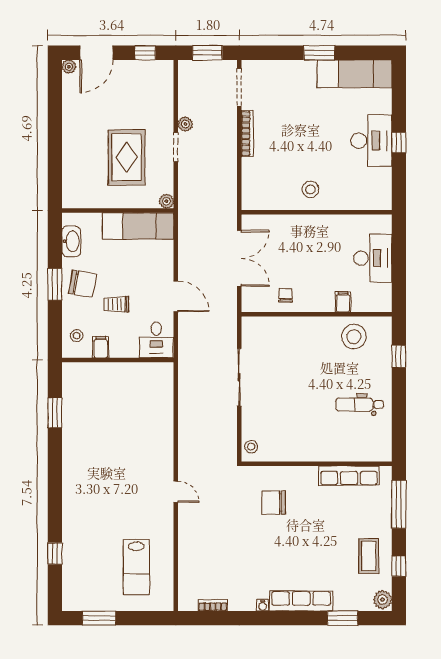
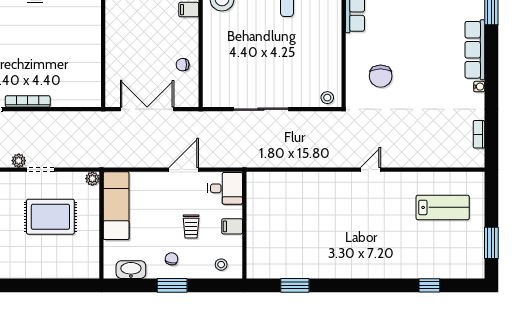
stool: (310, 189) -> (81, 41), removed
chair: (83, 284) -> (172, 259), width x0.54, depth x0.54
filing cabinet: (101, 347) -> (232, 226), moved

